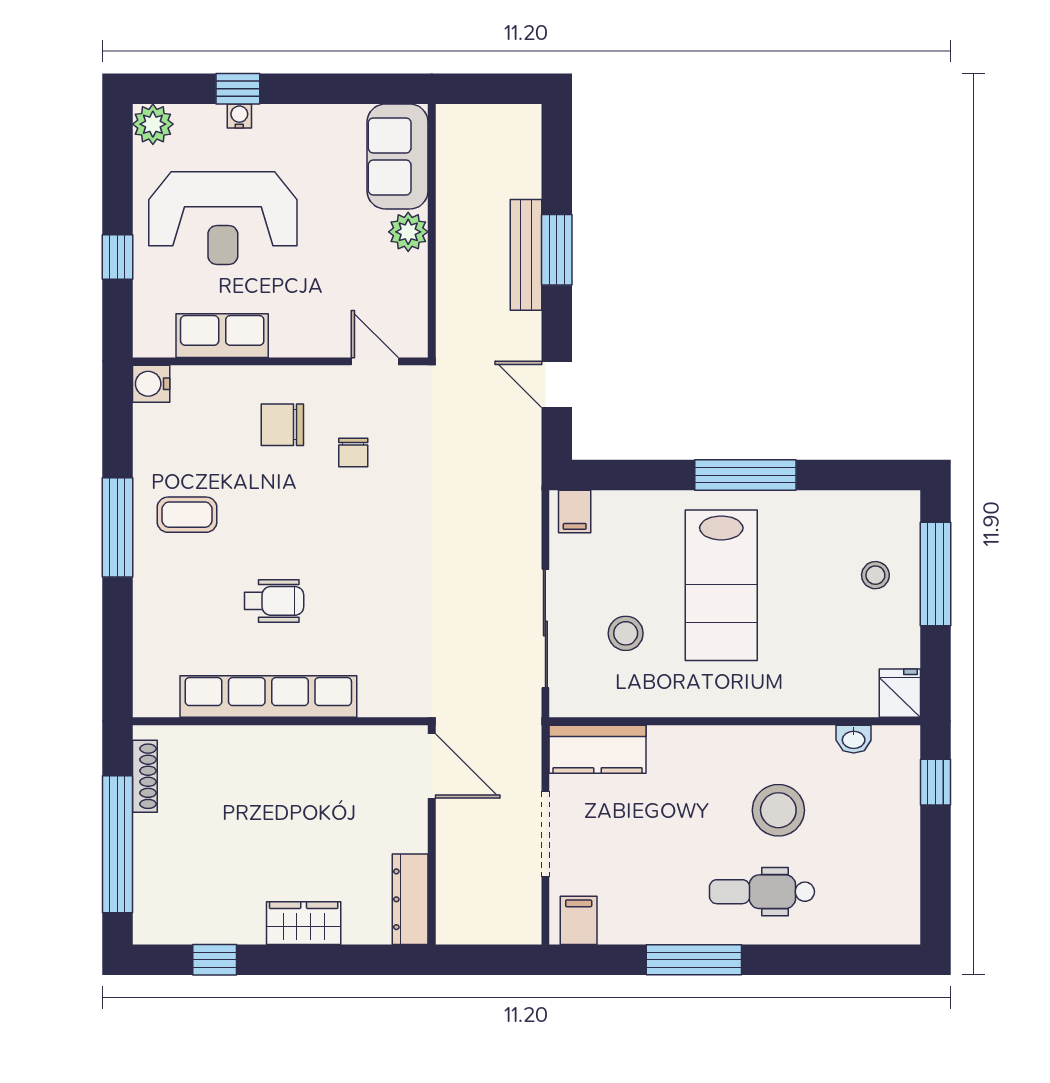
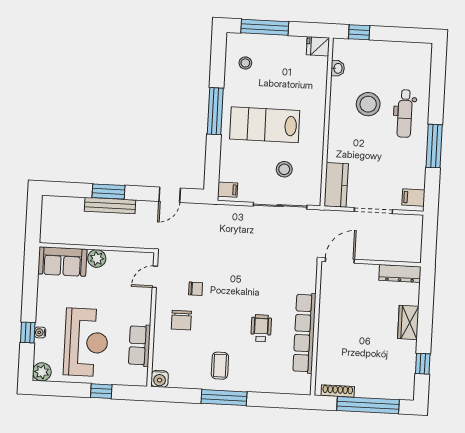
stool: (875, 575) -> (245, 63), moved
lab bench: (721, 585) -> (265, 125), turned 180

